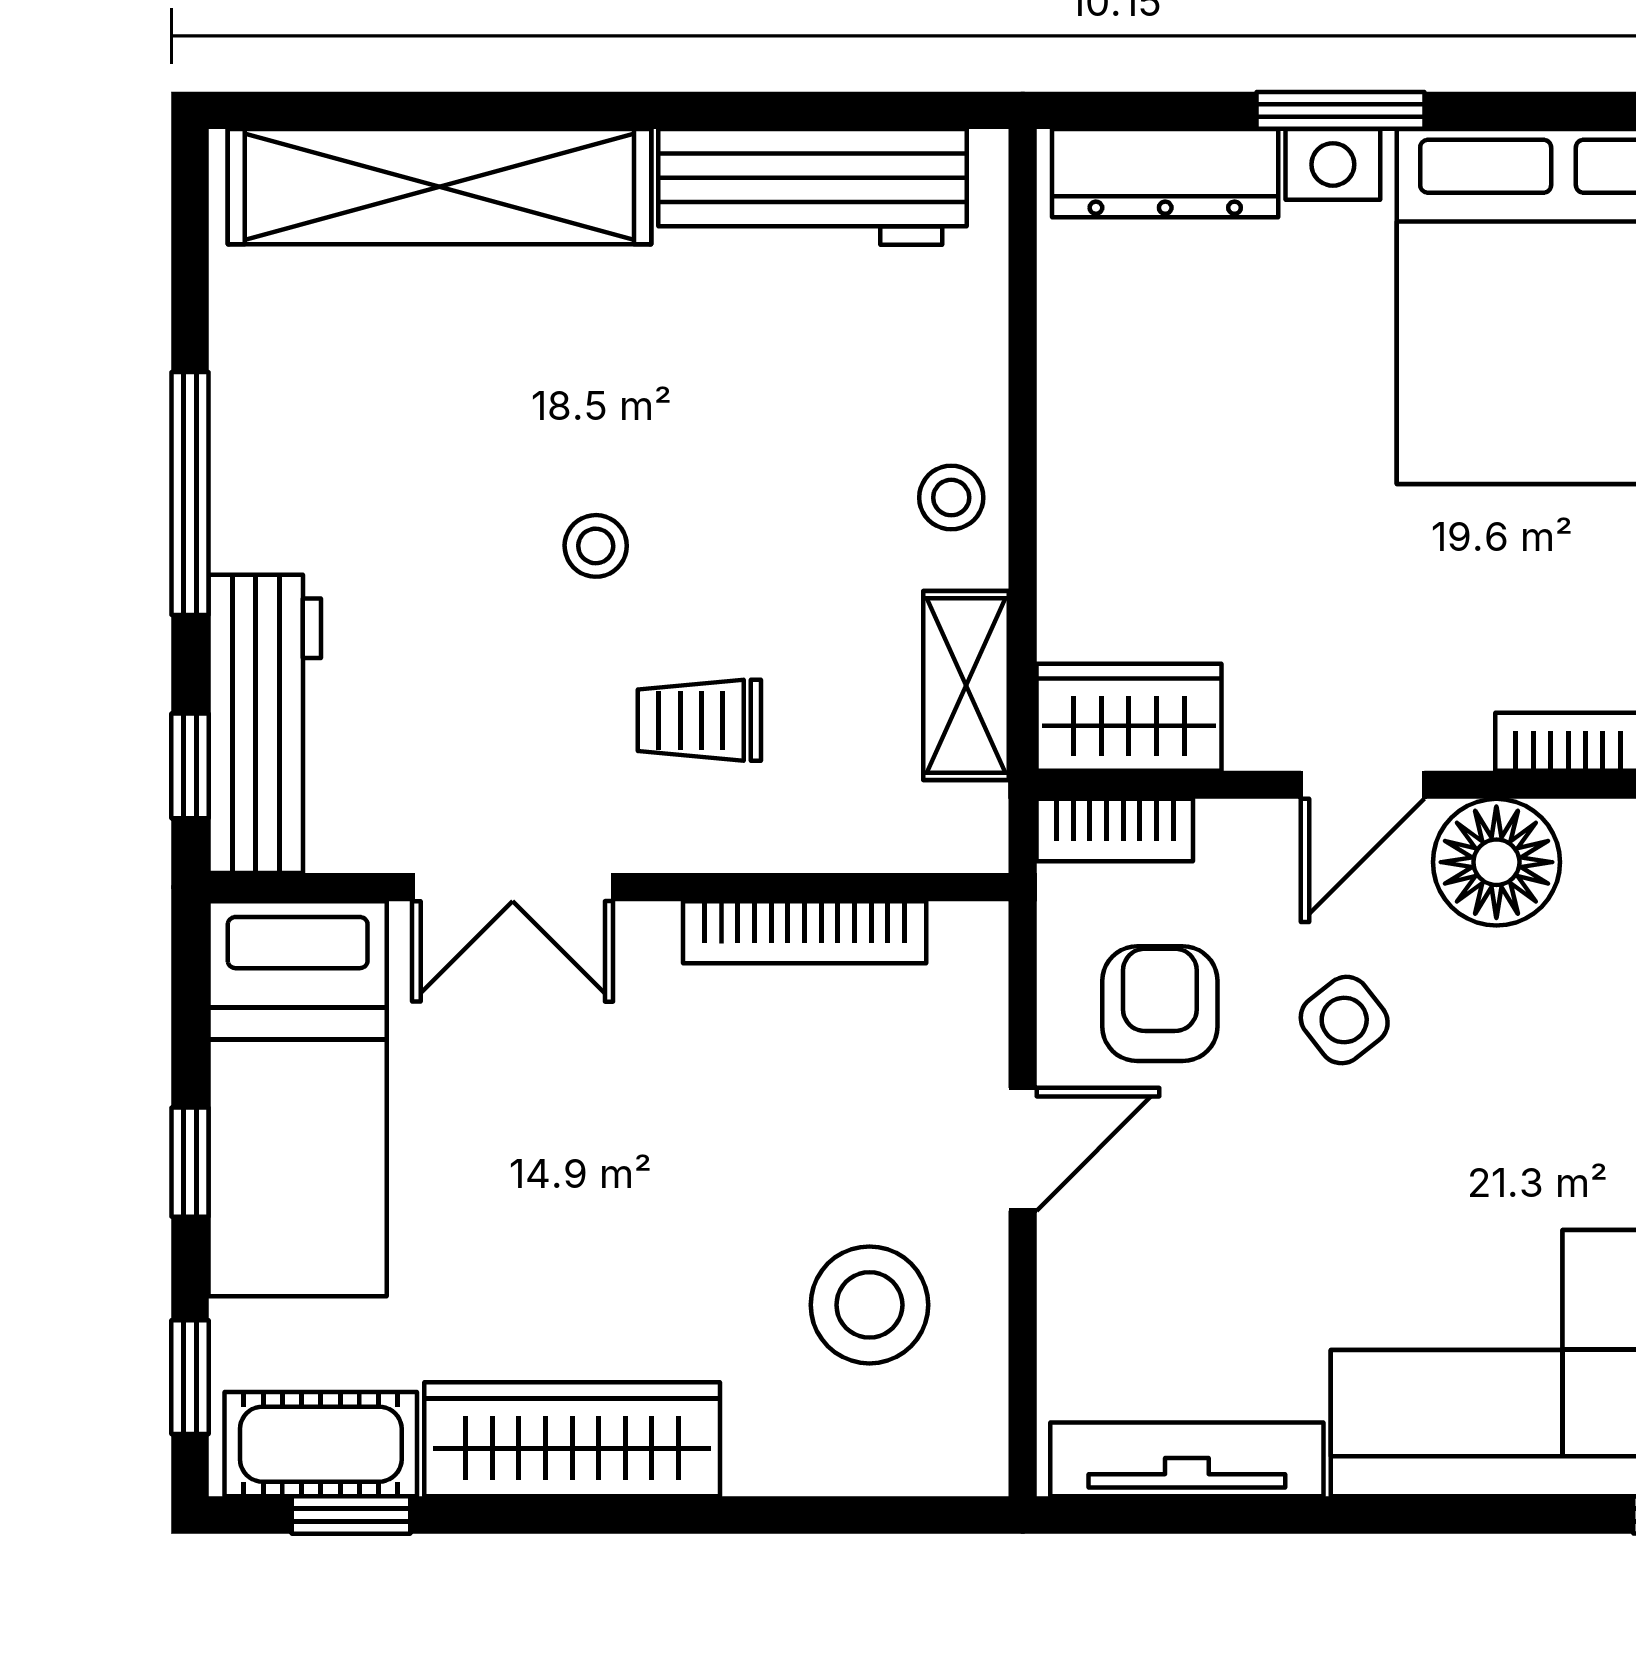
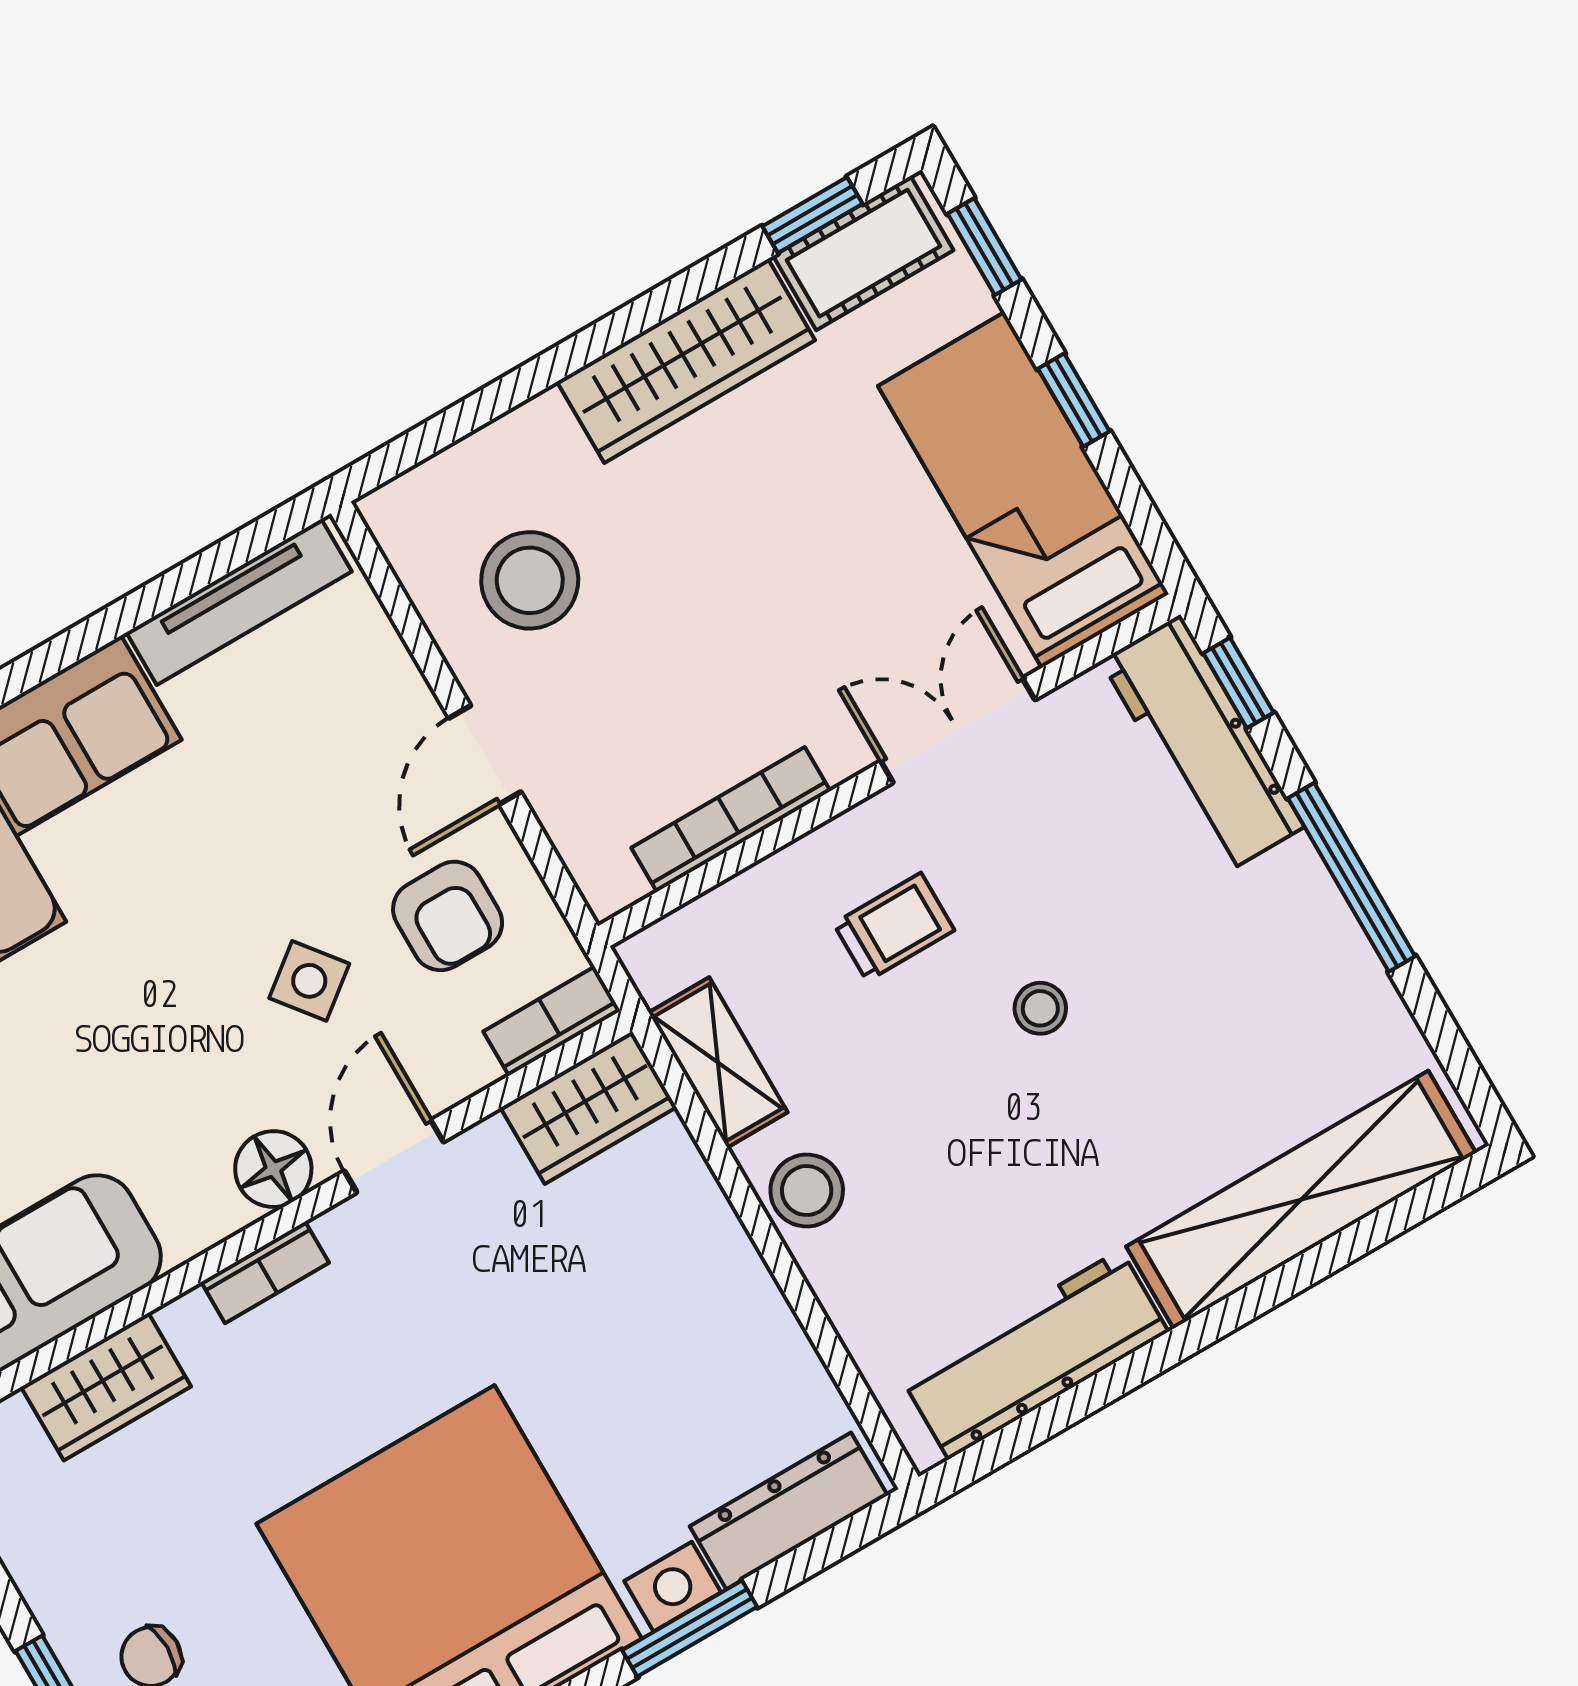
stool: (951, 498) -> (807, 1191), width x1.37, depth x1.37
floor lamp: (1496, 862) -> (273, 1169), width x0.73, depth x0.73

